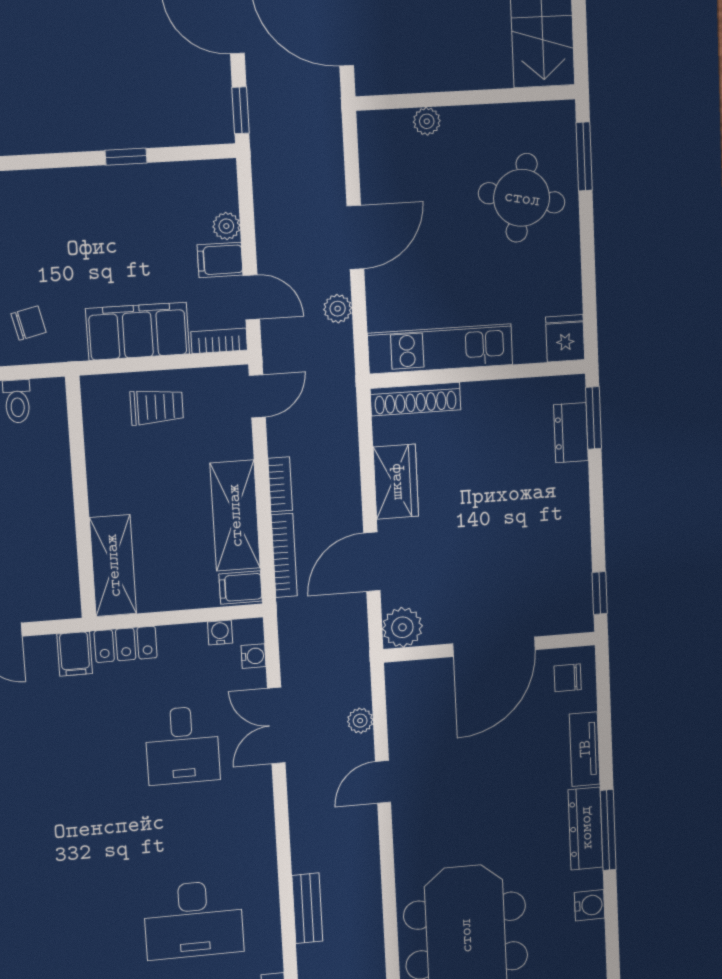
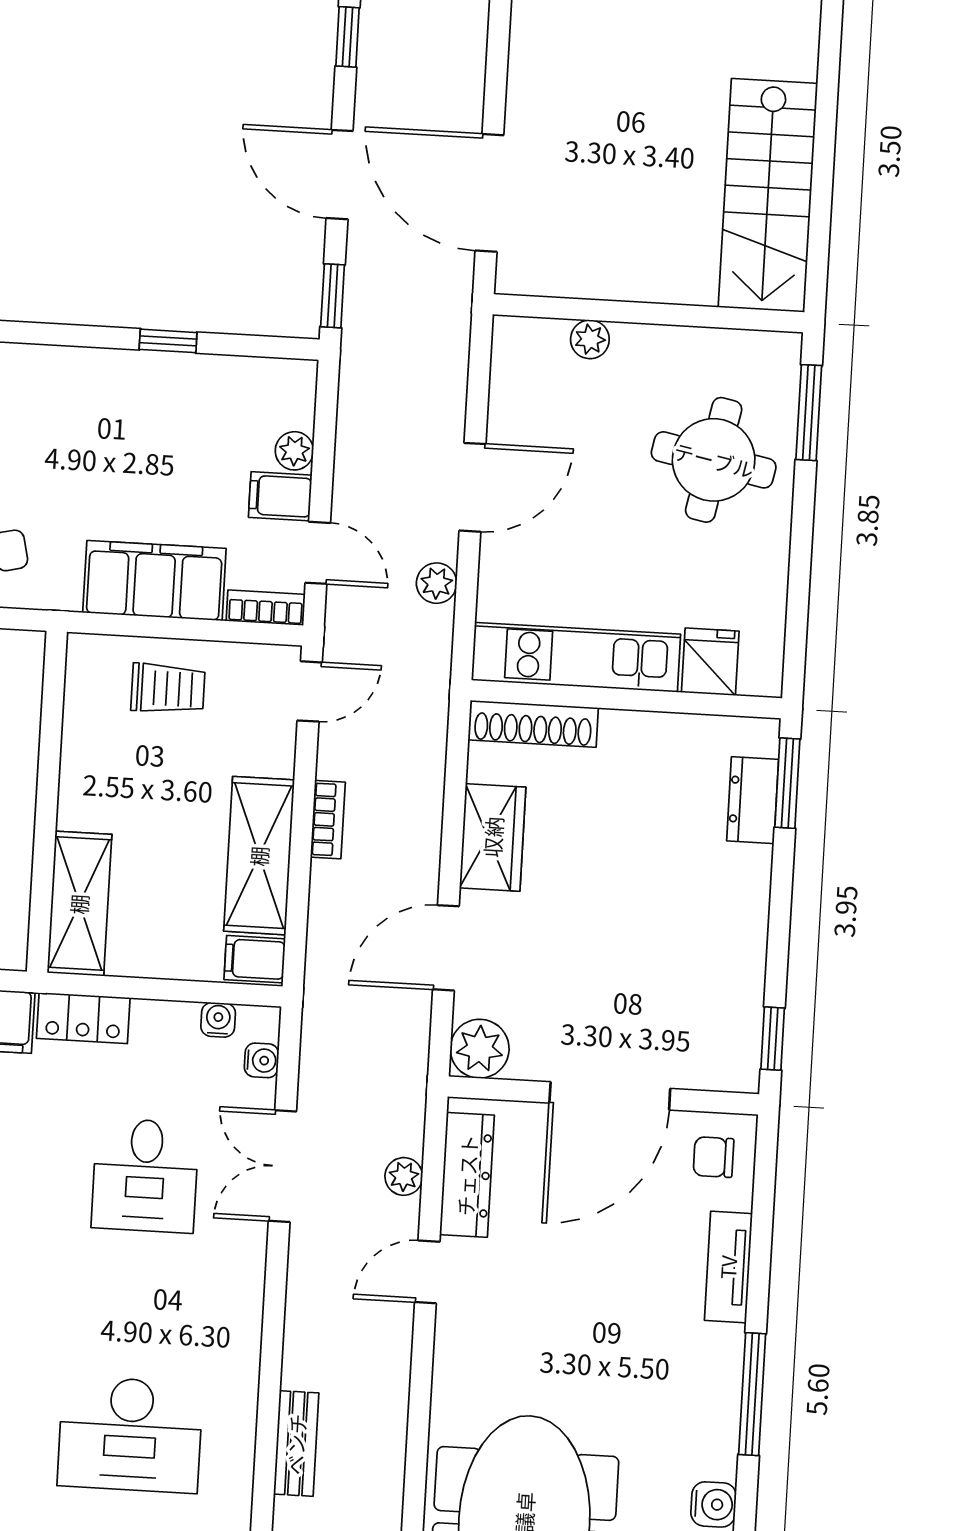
fridge: (565, 338) -> (710, 662), moved
bookcase: (284, 555) -> (322, 922), removed
dresser: (586, 828) -> (467, 1175), moved, turned 180

